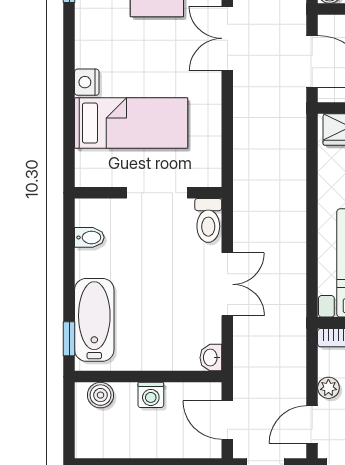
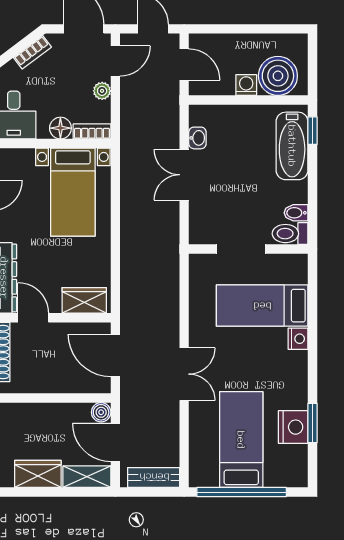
toilet: (208, 220) -> (290, 234), moved, turned -90
washbasin: (211, 358) -> (197, 138), moved
boiler: (100, 395) -> (278, 76), width x1.86, depth x1.86

